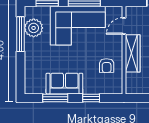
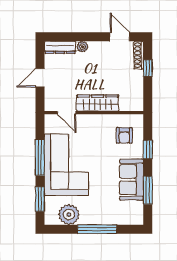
window: (20, 34) -> (97, 229), moved
armchair: (107, 66) -> (124, 135), moved, turned 91

